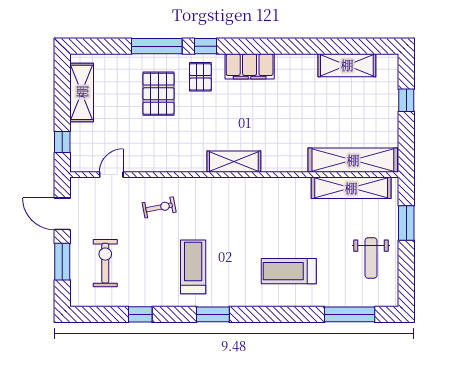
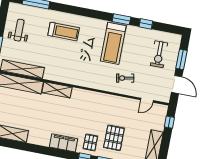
shelving: (234, 162) -> (57, 90), moved
treadmill: (193, 267) -> (113, 43), width x1.37, depth x1.38
window: (213, 314) -> (121, 19), moved

